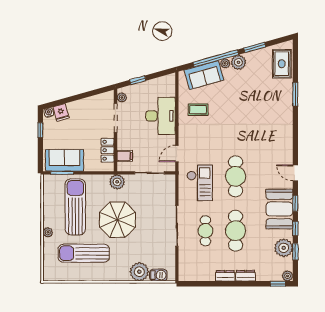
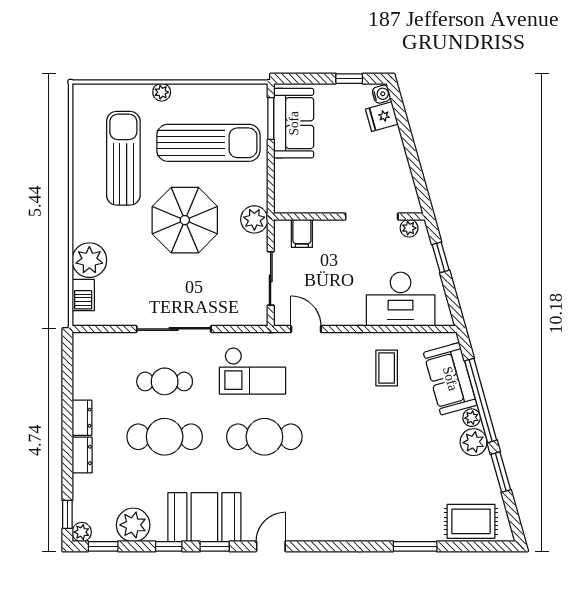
desk: (161, 116) -> (401, 299), moved
locker: (108, 150) -> (312, 202), removed
window: (295, 252) -> (103, 546), moved

